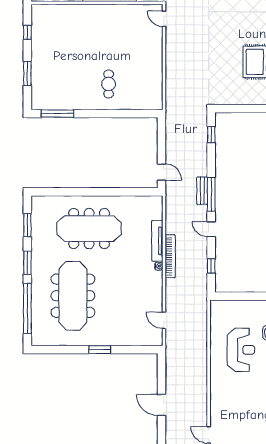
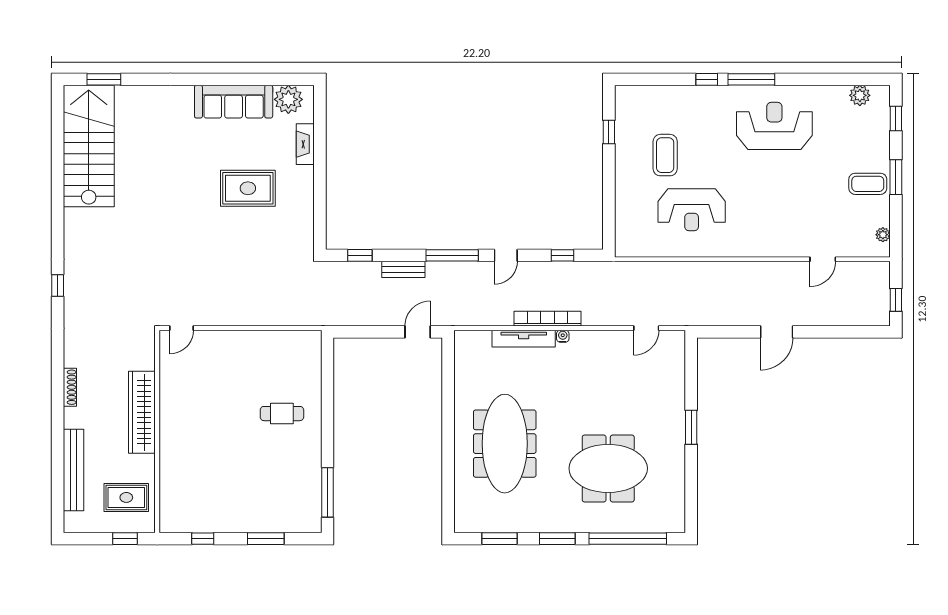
bench: (202, 191) -> (403, 269), moved
meeting table: (73, 296) -> (608, 468), width x0.73
reception desk: (241, 350) -> (692, 210), turned 180

